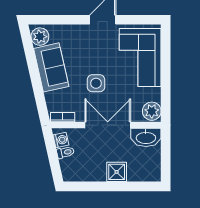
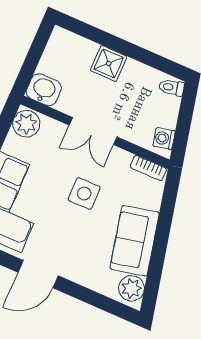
double door: (108, 125) -> (93, 131), width x0.73
washbasin: (146, 137) -> (44, 90), width x0.72
toilet: (65, 152) -> (171, 87), moved

